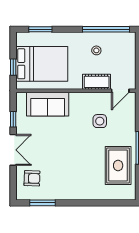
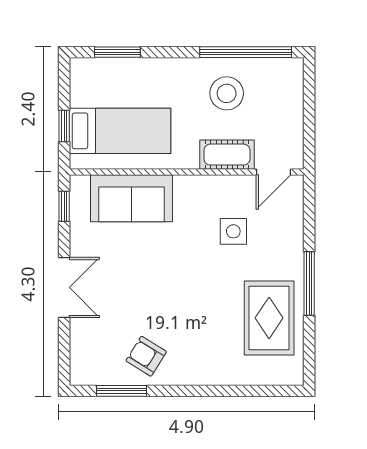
stool: (96, 50) -> (227, 93), width x1.89, depth x1.89
bed: (42, 64) -> (120, 131), width x0.67
window: (13, 119) -> (64, 206), moved
armchair: (32, 178) -> (146, 356), moved, turned -150

